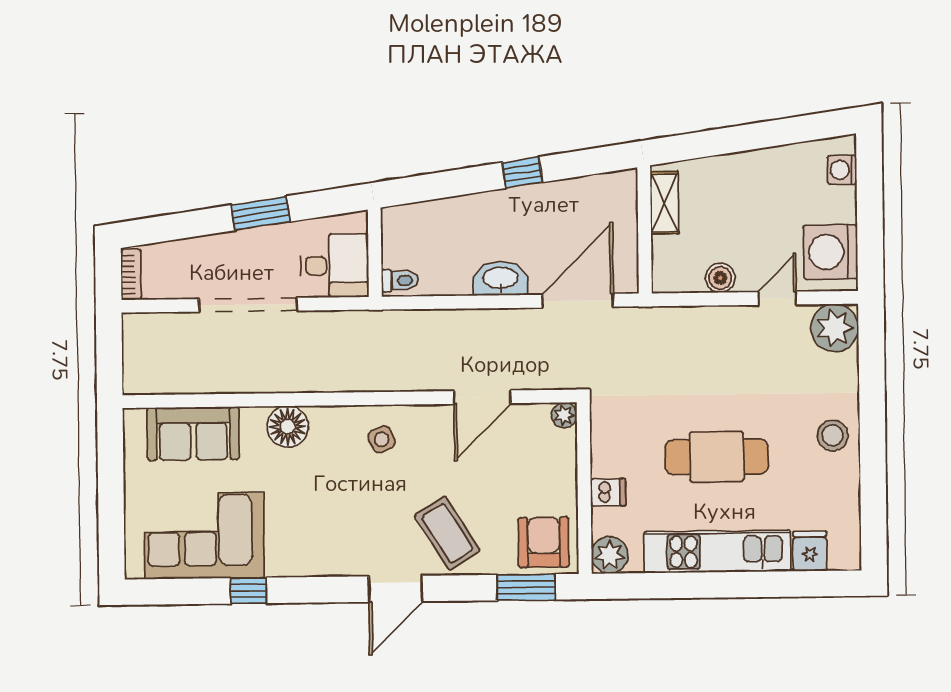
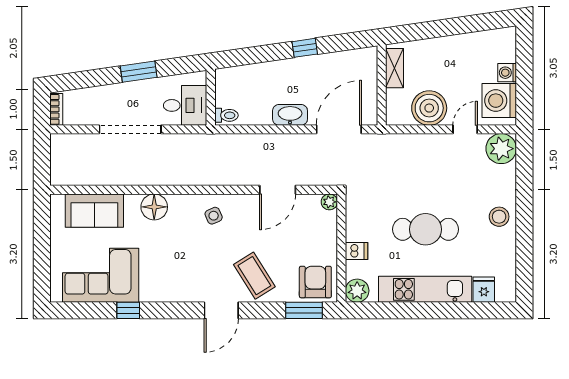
washing machine: (842, 170) -> (507, 73), moved
boiler: (720, 278) -> (429, 108), width x1.86, depth x1.86

